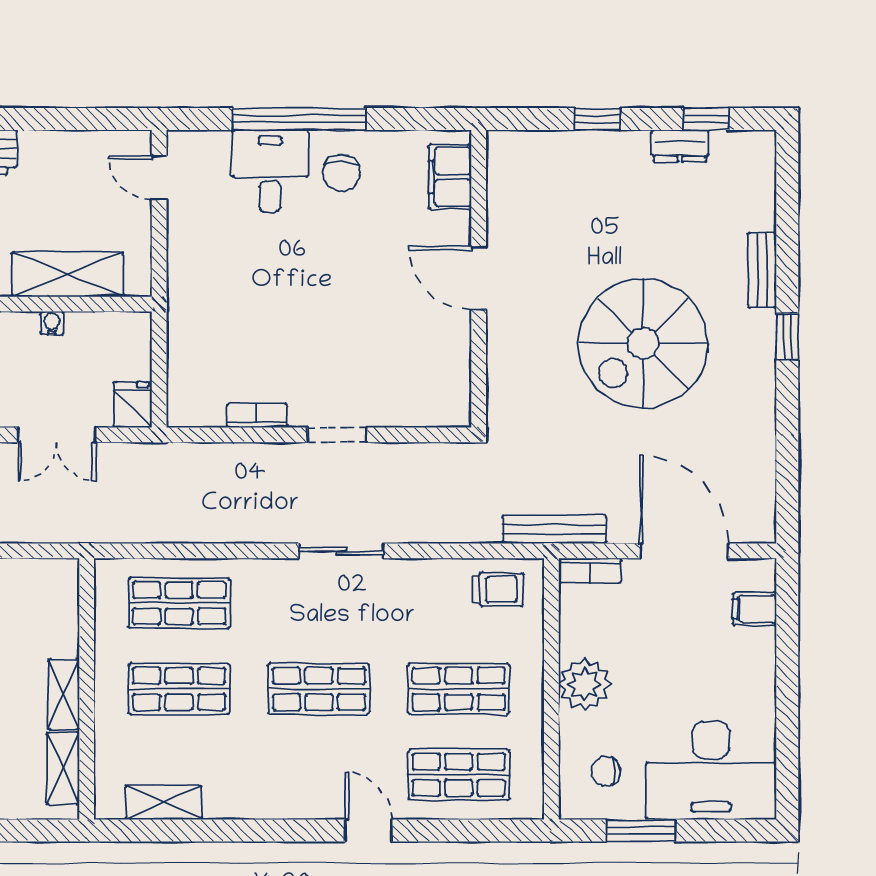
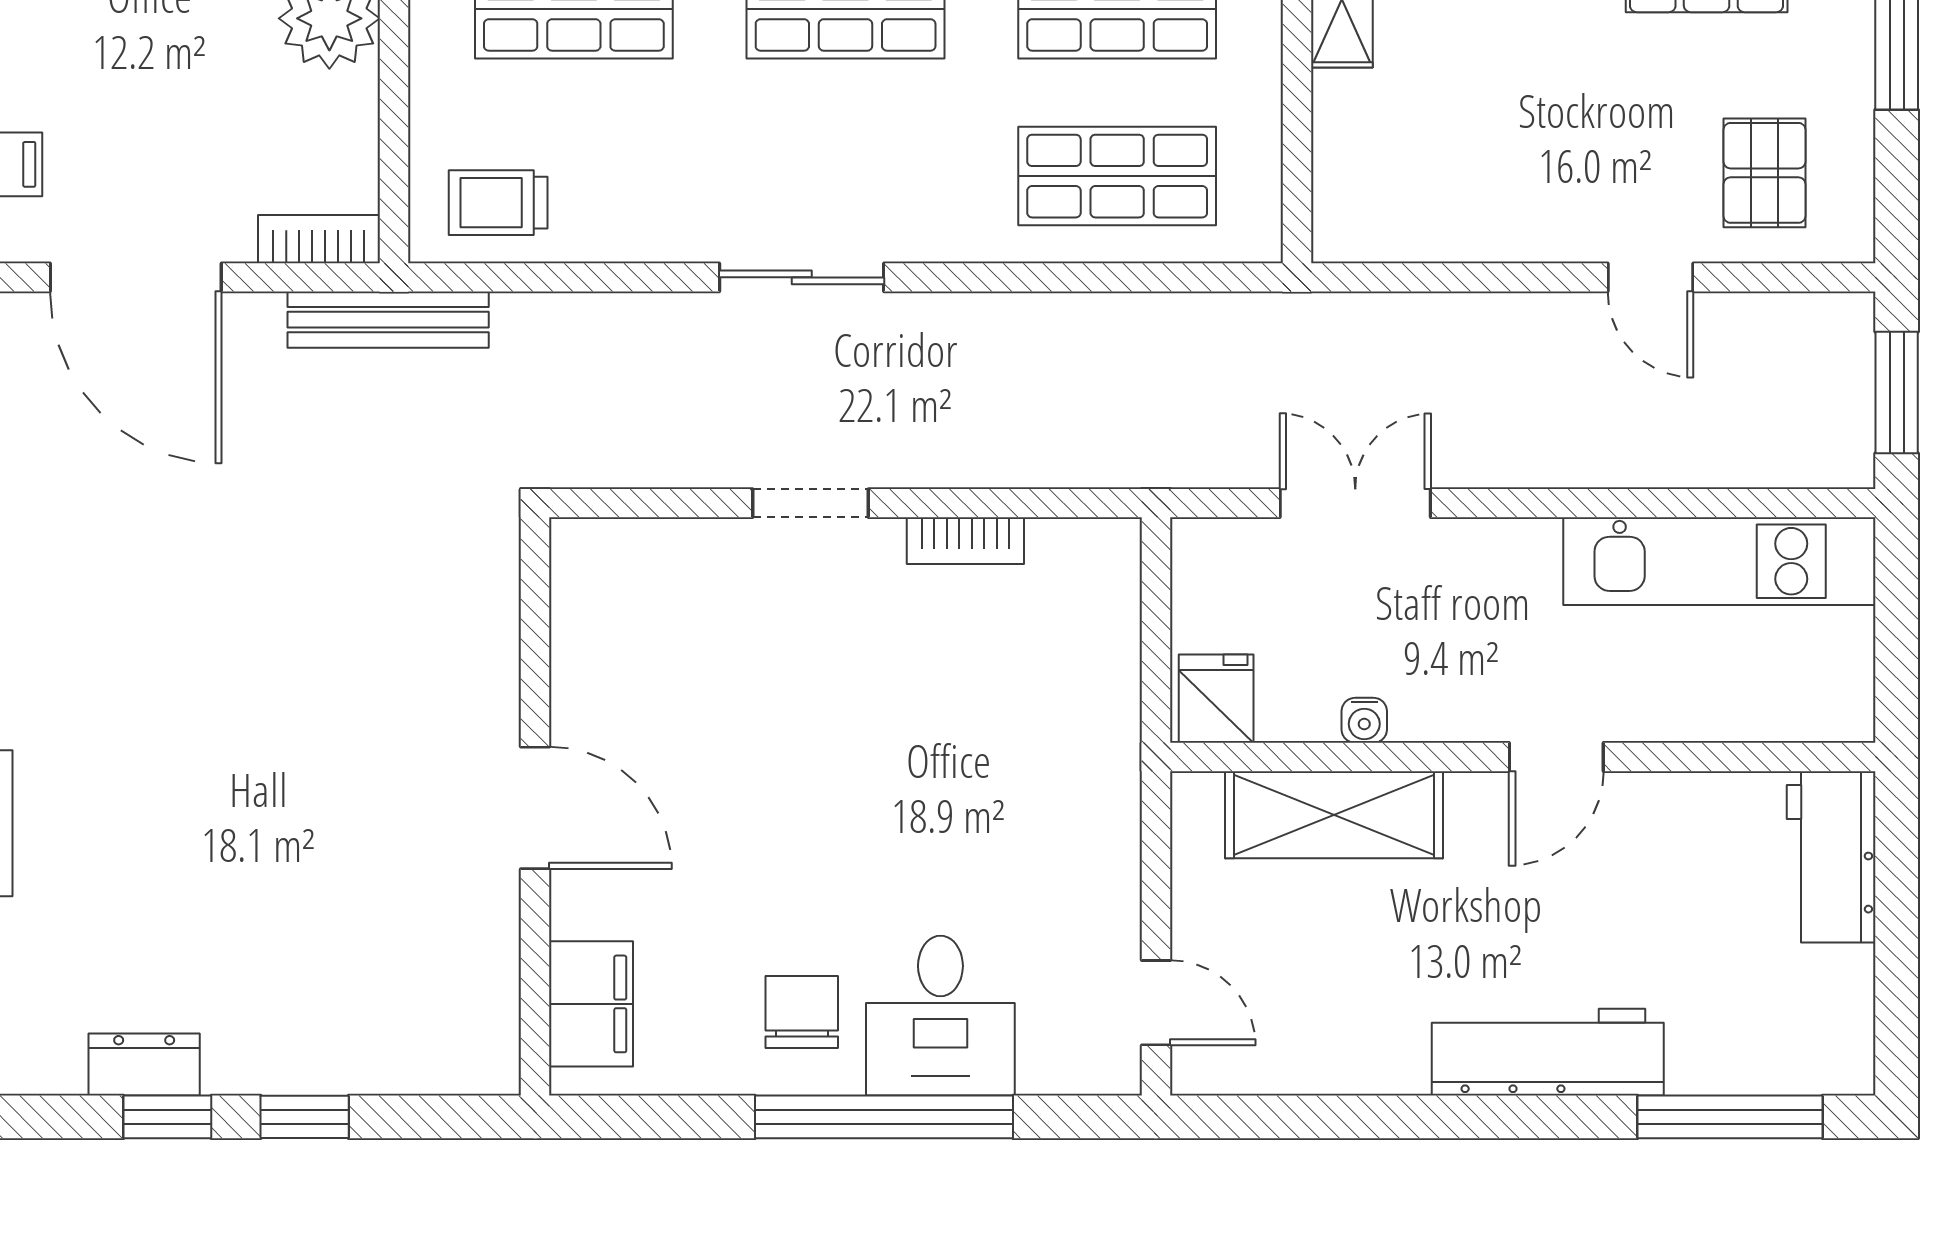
window: (706, 119) -> (167, 1117), moved
spiral stairs: (643, 343) -> (216, 681), removed
fridge: (133, 405) -> (1216, 699), moved, turned 180

